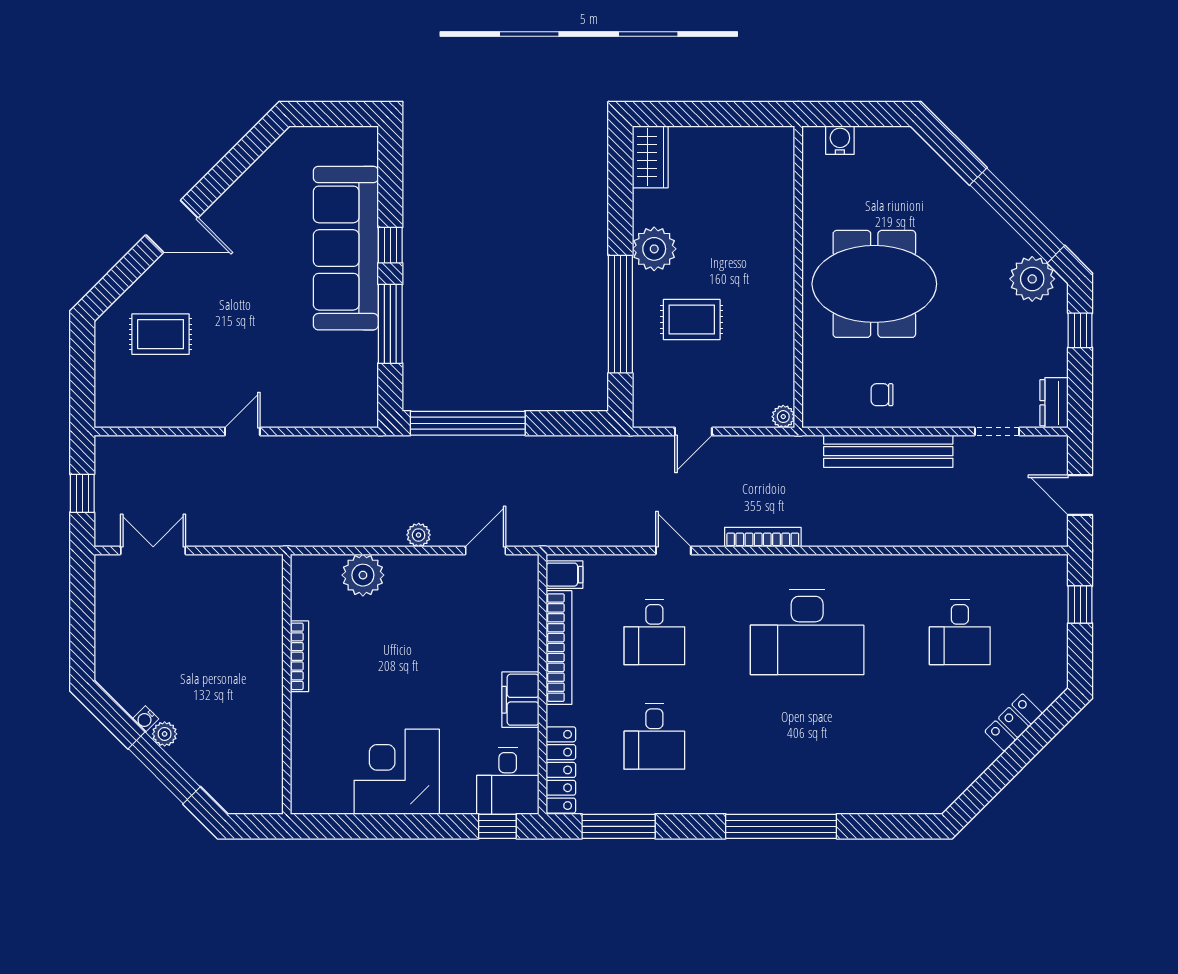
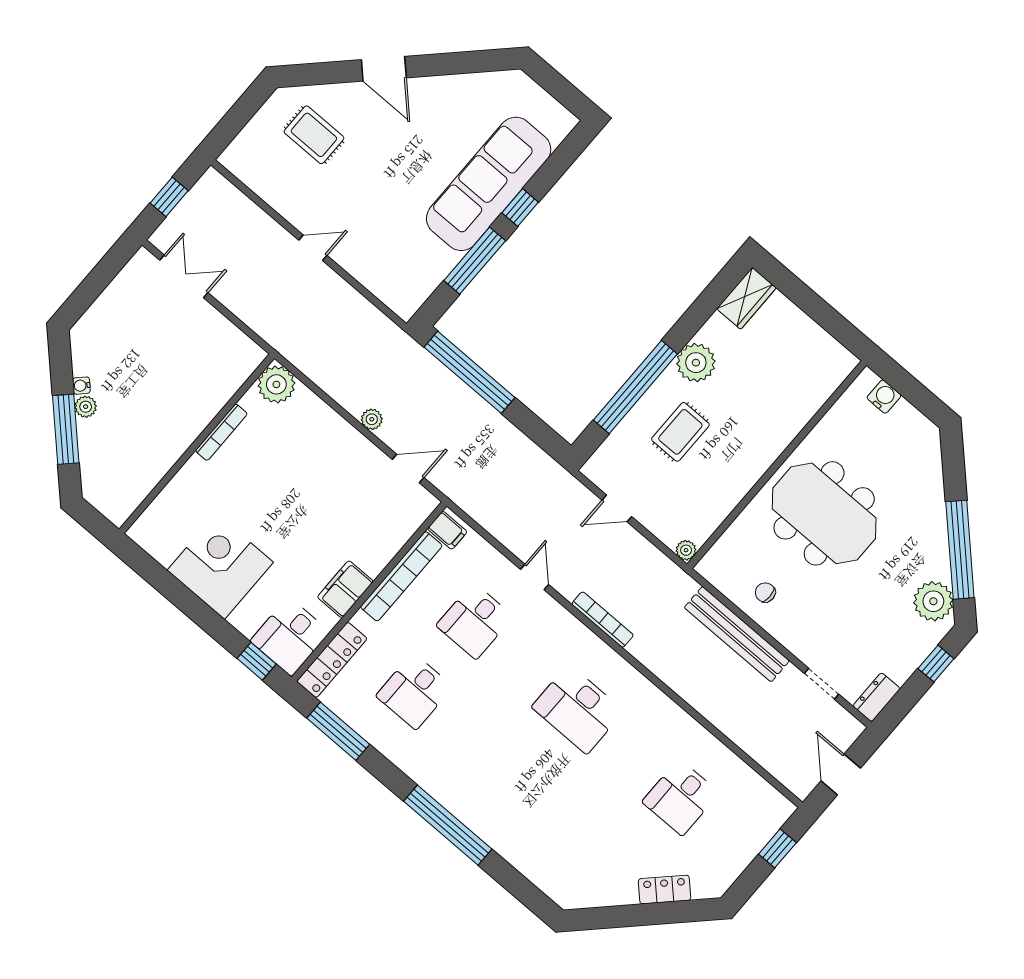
rug: (692, 320) -> (680, 432), turned 90
plant: (363, 575) -> (276, 384), moved
desk: (807, 632) -> (578, 709), width x0.73, depth x0.77

